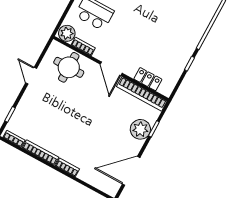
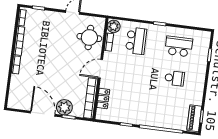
door: (131, 171) -> (43, 114), moved

